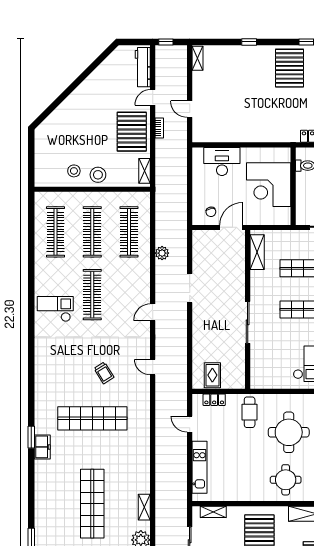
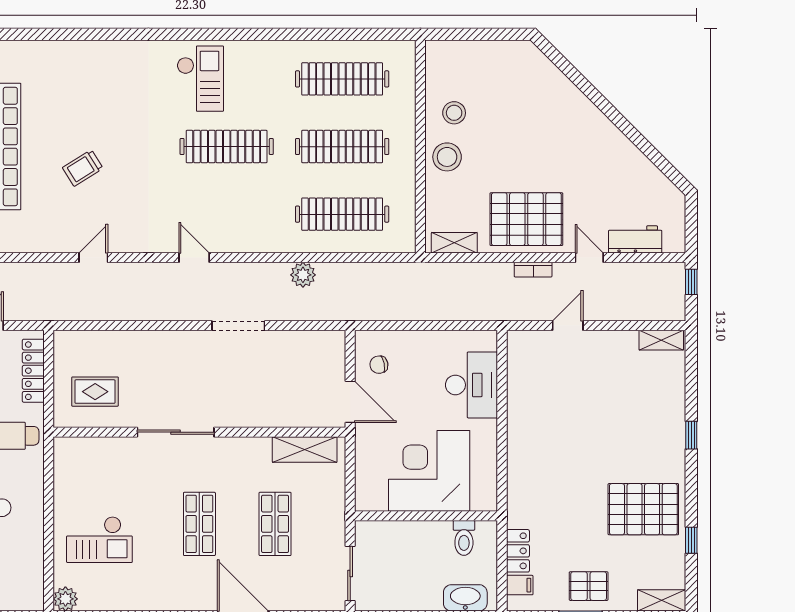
workbench: (143, 67) -> (635, 239), width x0.73
rug: (212, 375) -> (95, 392), moved
locker: (214, 400) -> (33, 371), width x1.53

